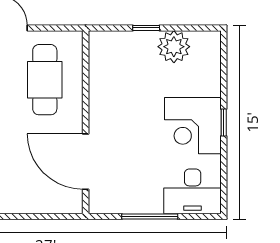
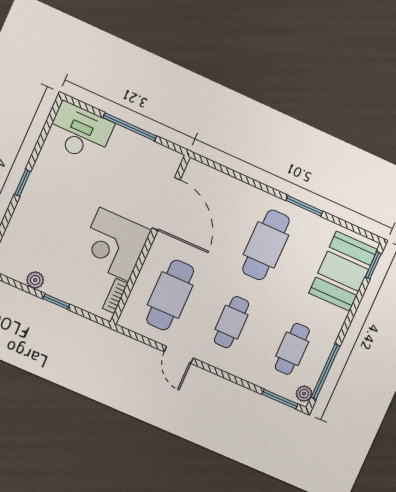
plant: (174, 47) -> (35, 280), width x0.53, depth x0.53
bookcase: (95, 57) -> (115, 296), added
corner desk: (193, 126) -> (114, 244), moved, turned 180

